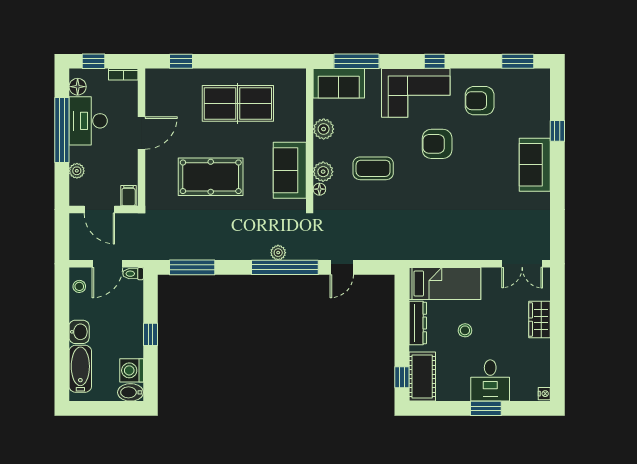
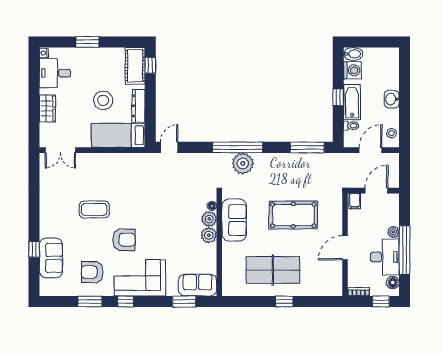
window: (181, 61) -> (284, 302), moved
window: (357, 61) -> (184, 302), width x0.69
window: (518, 61) -> (90, 302), moved
armchair: (480, 101) -> (92, 272), turned 180
plant: (324, 129) -> (209, 235), moved
sofa: (535, 165) -> (51, 258), moved
coffee table: (373, 168) -> (94, 209), moved
plant: (77, 171) -> (393, 232), moved
door: (99, 210) -> (376, 191), hinge flipped
plant: (278, 253) -> (243, 163), width x1.87, depth x1.87
double door: (522, 264) -> (60, 150), swing flipped
door: (342, 267) -> (169, 147), moved
toilet: (133, 274) -> (351, 126), moved
stool: (465, 330) -> (103, 100), width x1.89, depth x1.89
bathtub: (80, 369) -> (352, 102), moved, turned 180
desk: (490, 380) -> (55, 73), moved, turned -90

